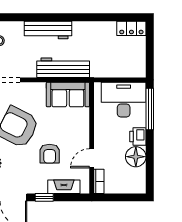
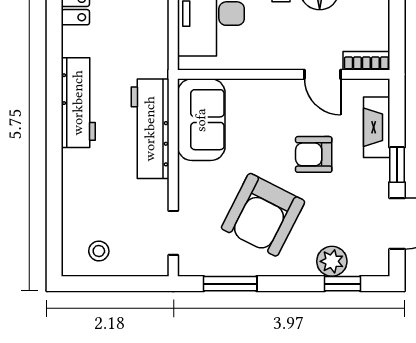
workbench: (48, 30) -> (78, 103), moved
armchair: (50, 154) -> (314, 154), turned 180

